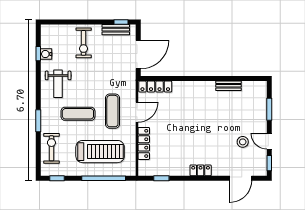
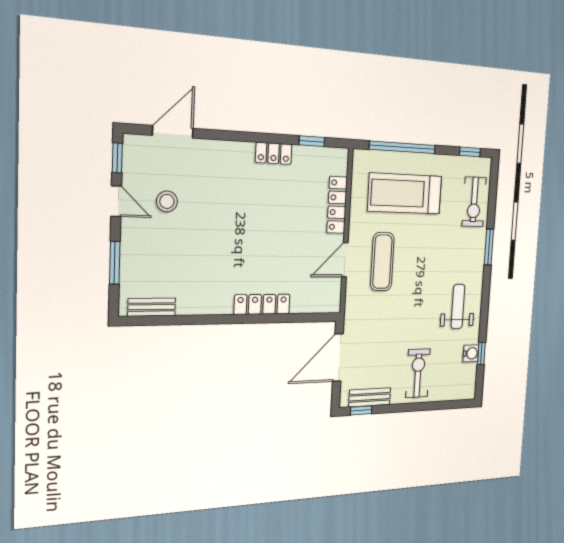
bench: (229, 86) -> (152, 307), moved
locker: (155, 87) -> (262, 304), moved
exercise mat: (78, 114) -> (433, 258), removed
locker: (201, 170) -> (274, 153), moved

